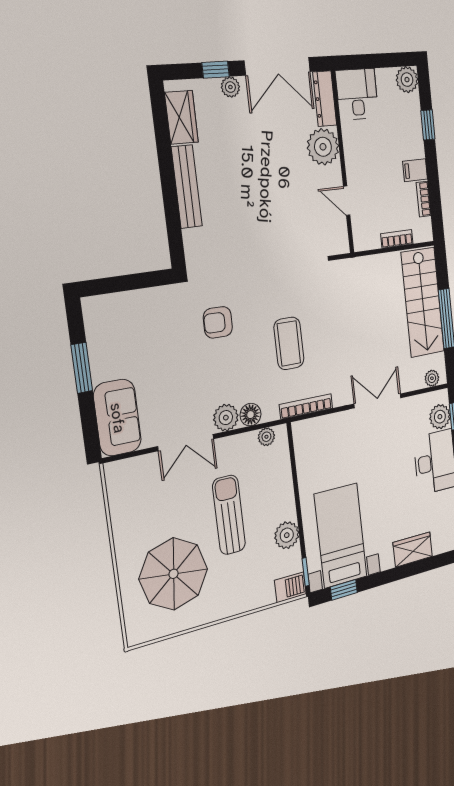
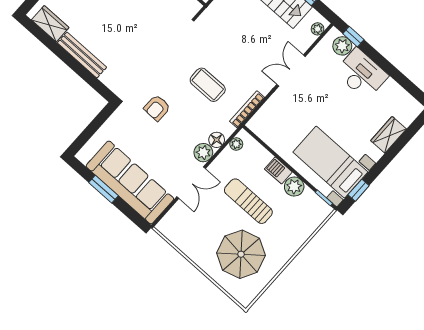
sofa: (117, 418) -> (130, 182), width x1.85, depth x1.27
barbecue: (290, 587) -> (278, 170), moved, turned -90

